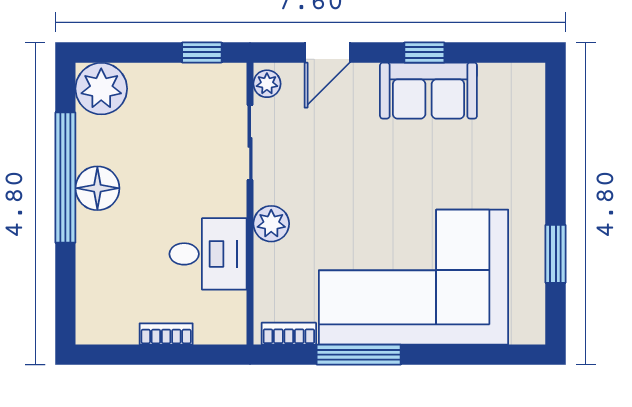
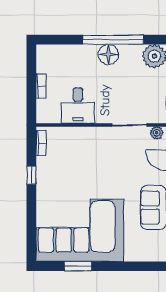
plant: (271, 224) -> (92, 135), removed
corner sofa: (413, 277) -> (80, 230), moved, turned -90
window: (359, 355) -> (31, 175), width x0.46

